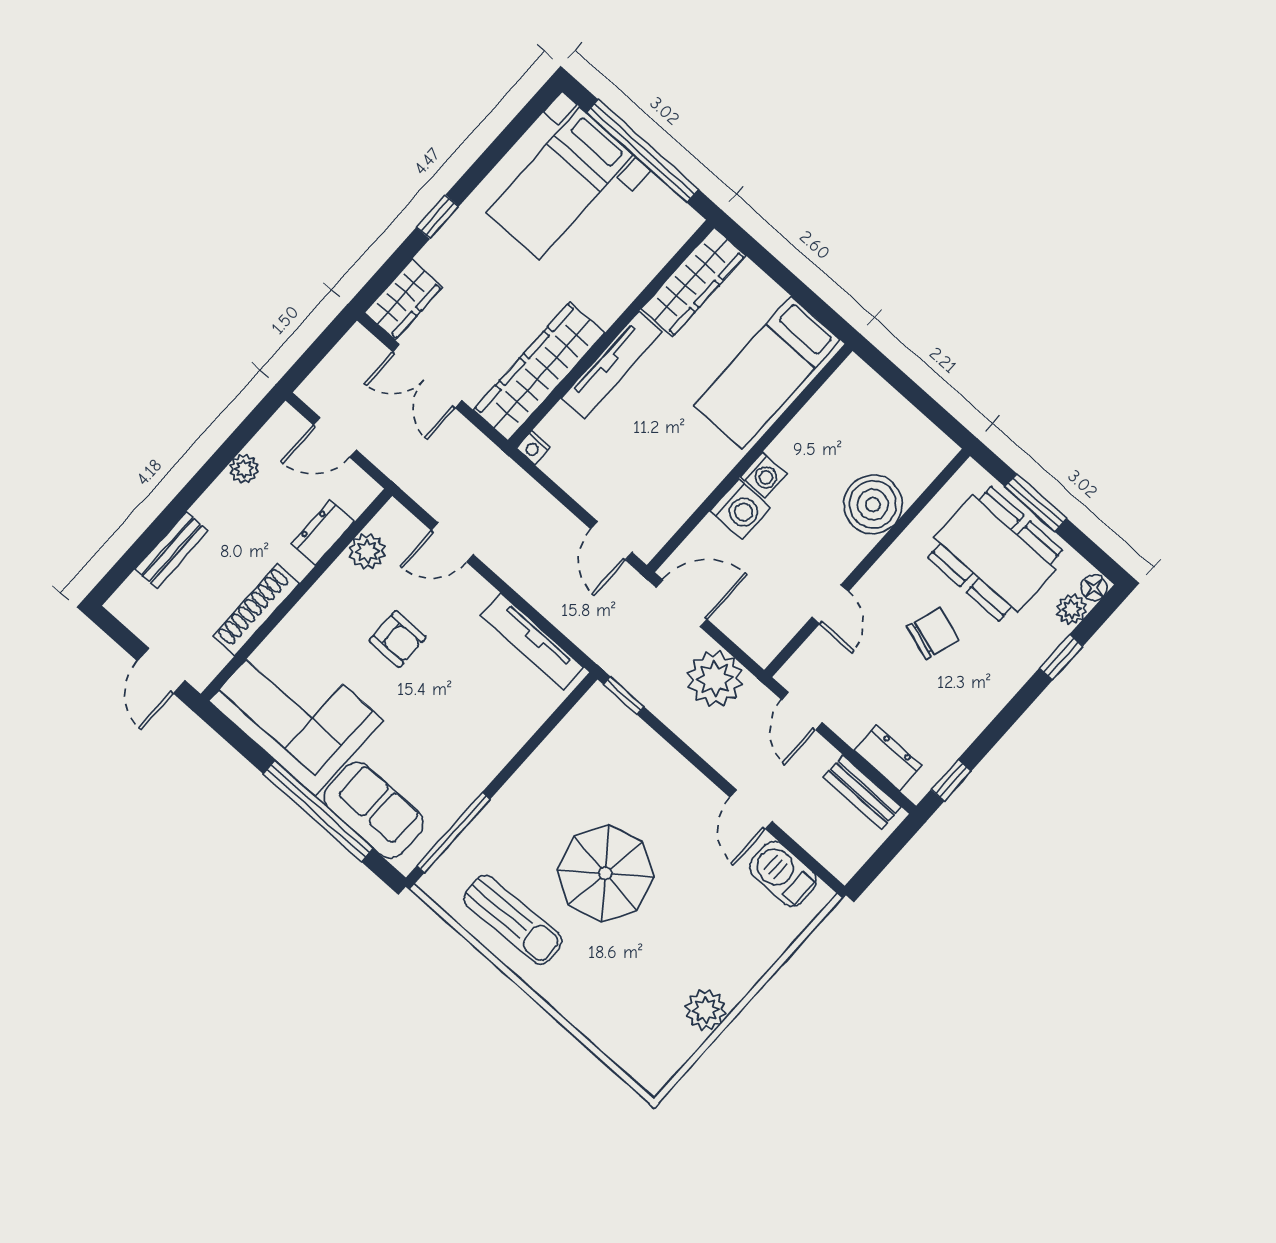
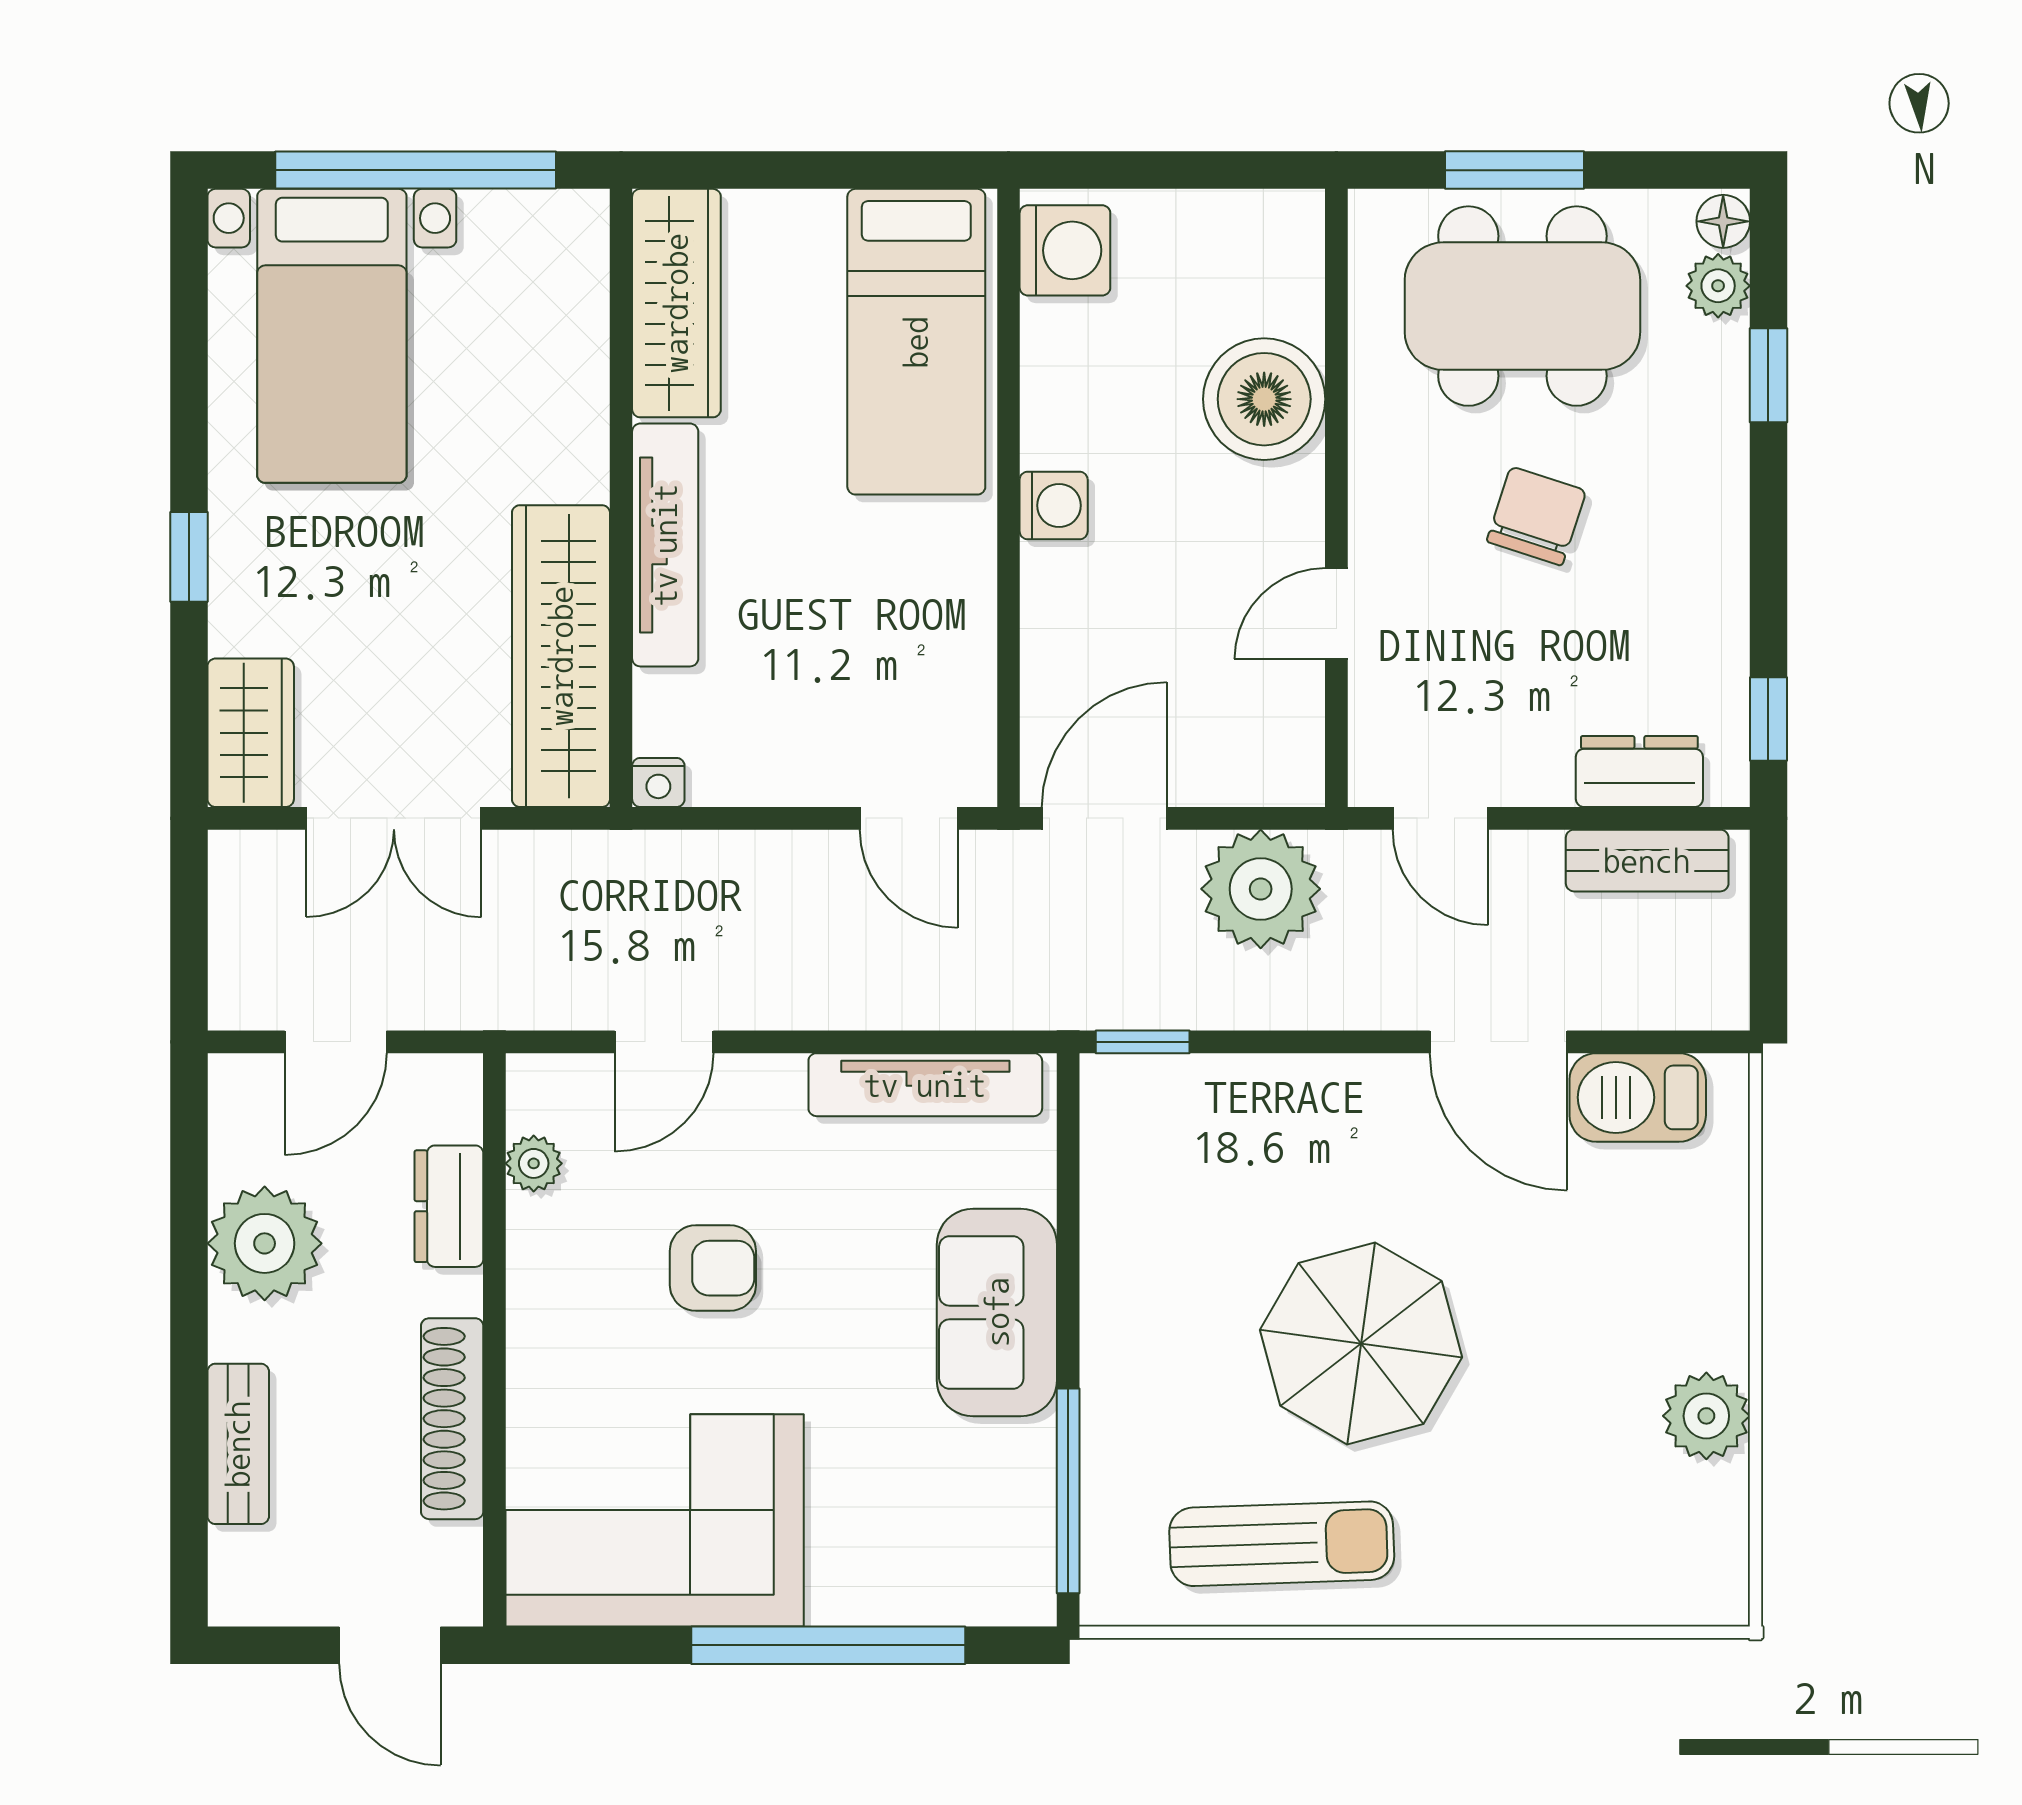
plant: (244, 469) -> (265, 1243), width x1.87, depth x1.87
washing machine: (740, 509) -> (1065, 250), moved
plant: (367, 551) -> (534, 1163), width x0.73, depth x0.73
door: (830, 604) -> (1336, 614), swing flipped
door: (751, 809) -> (1498, 1042), width x1.38
sofa: (374, 810) -> (997, 1312), moved, turned -90

